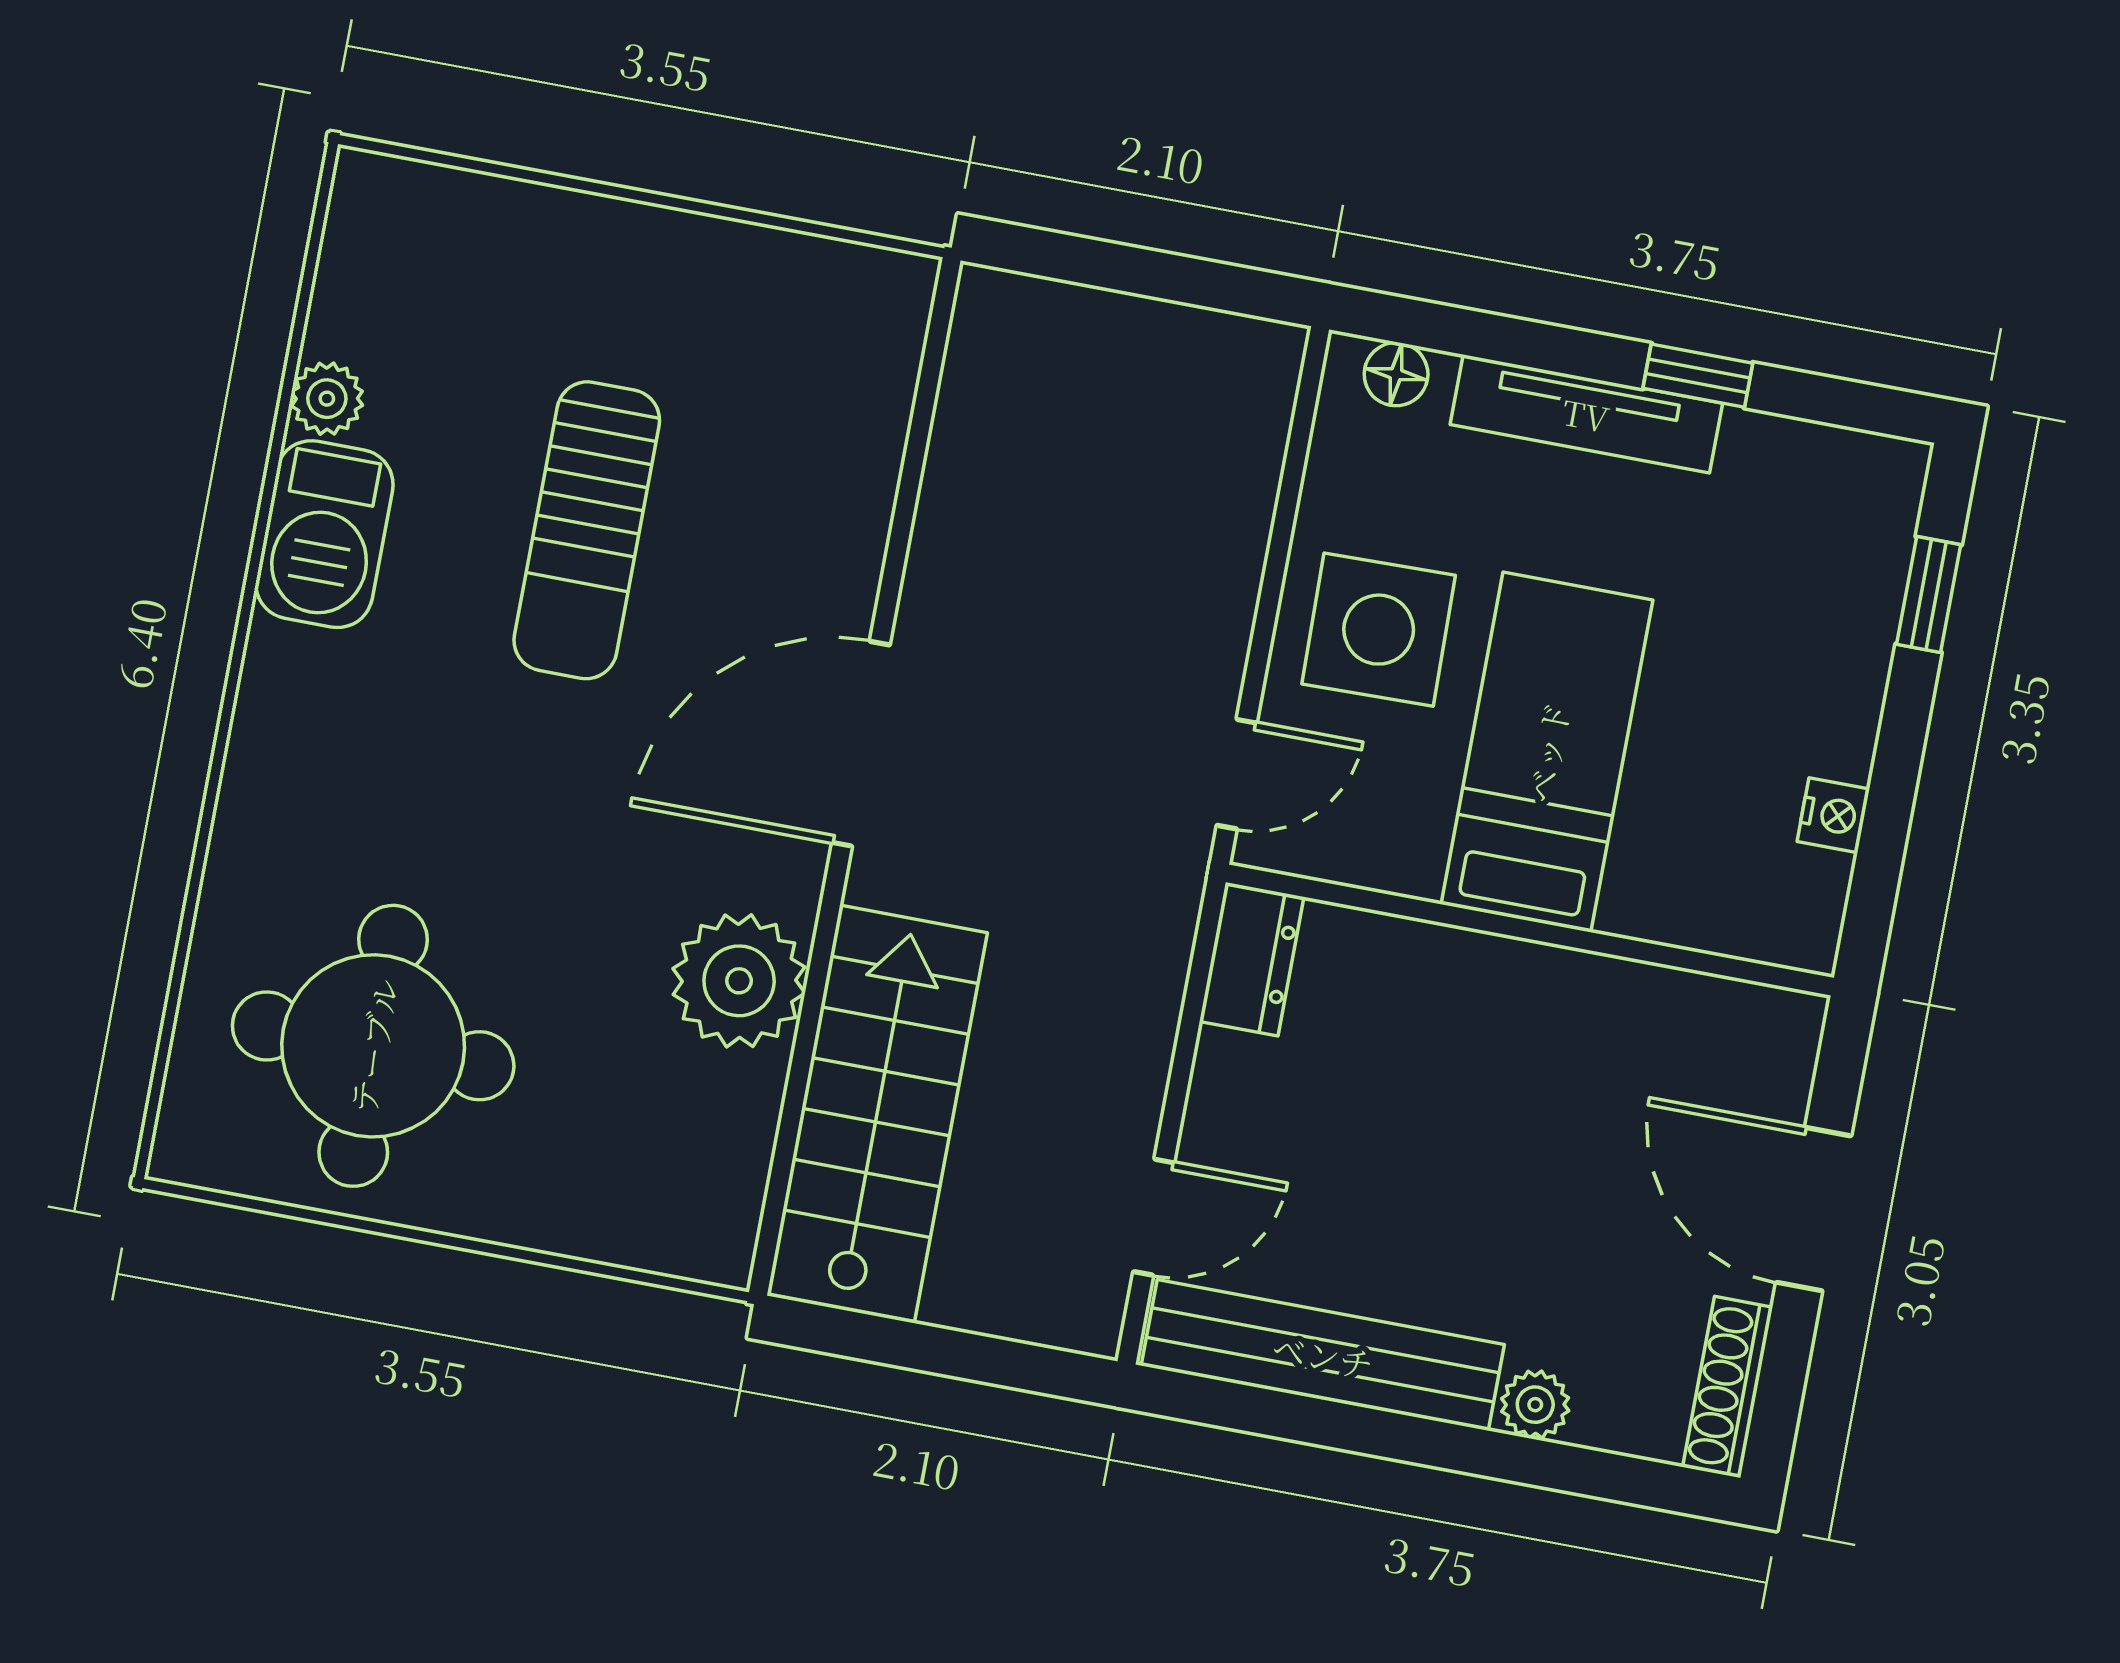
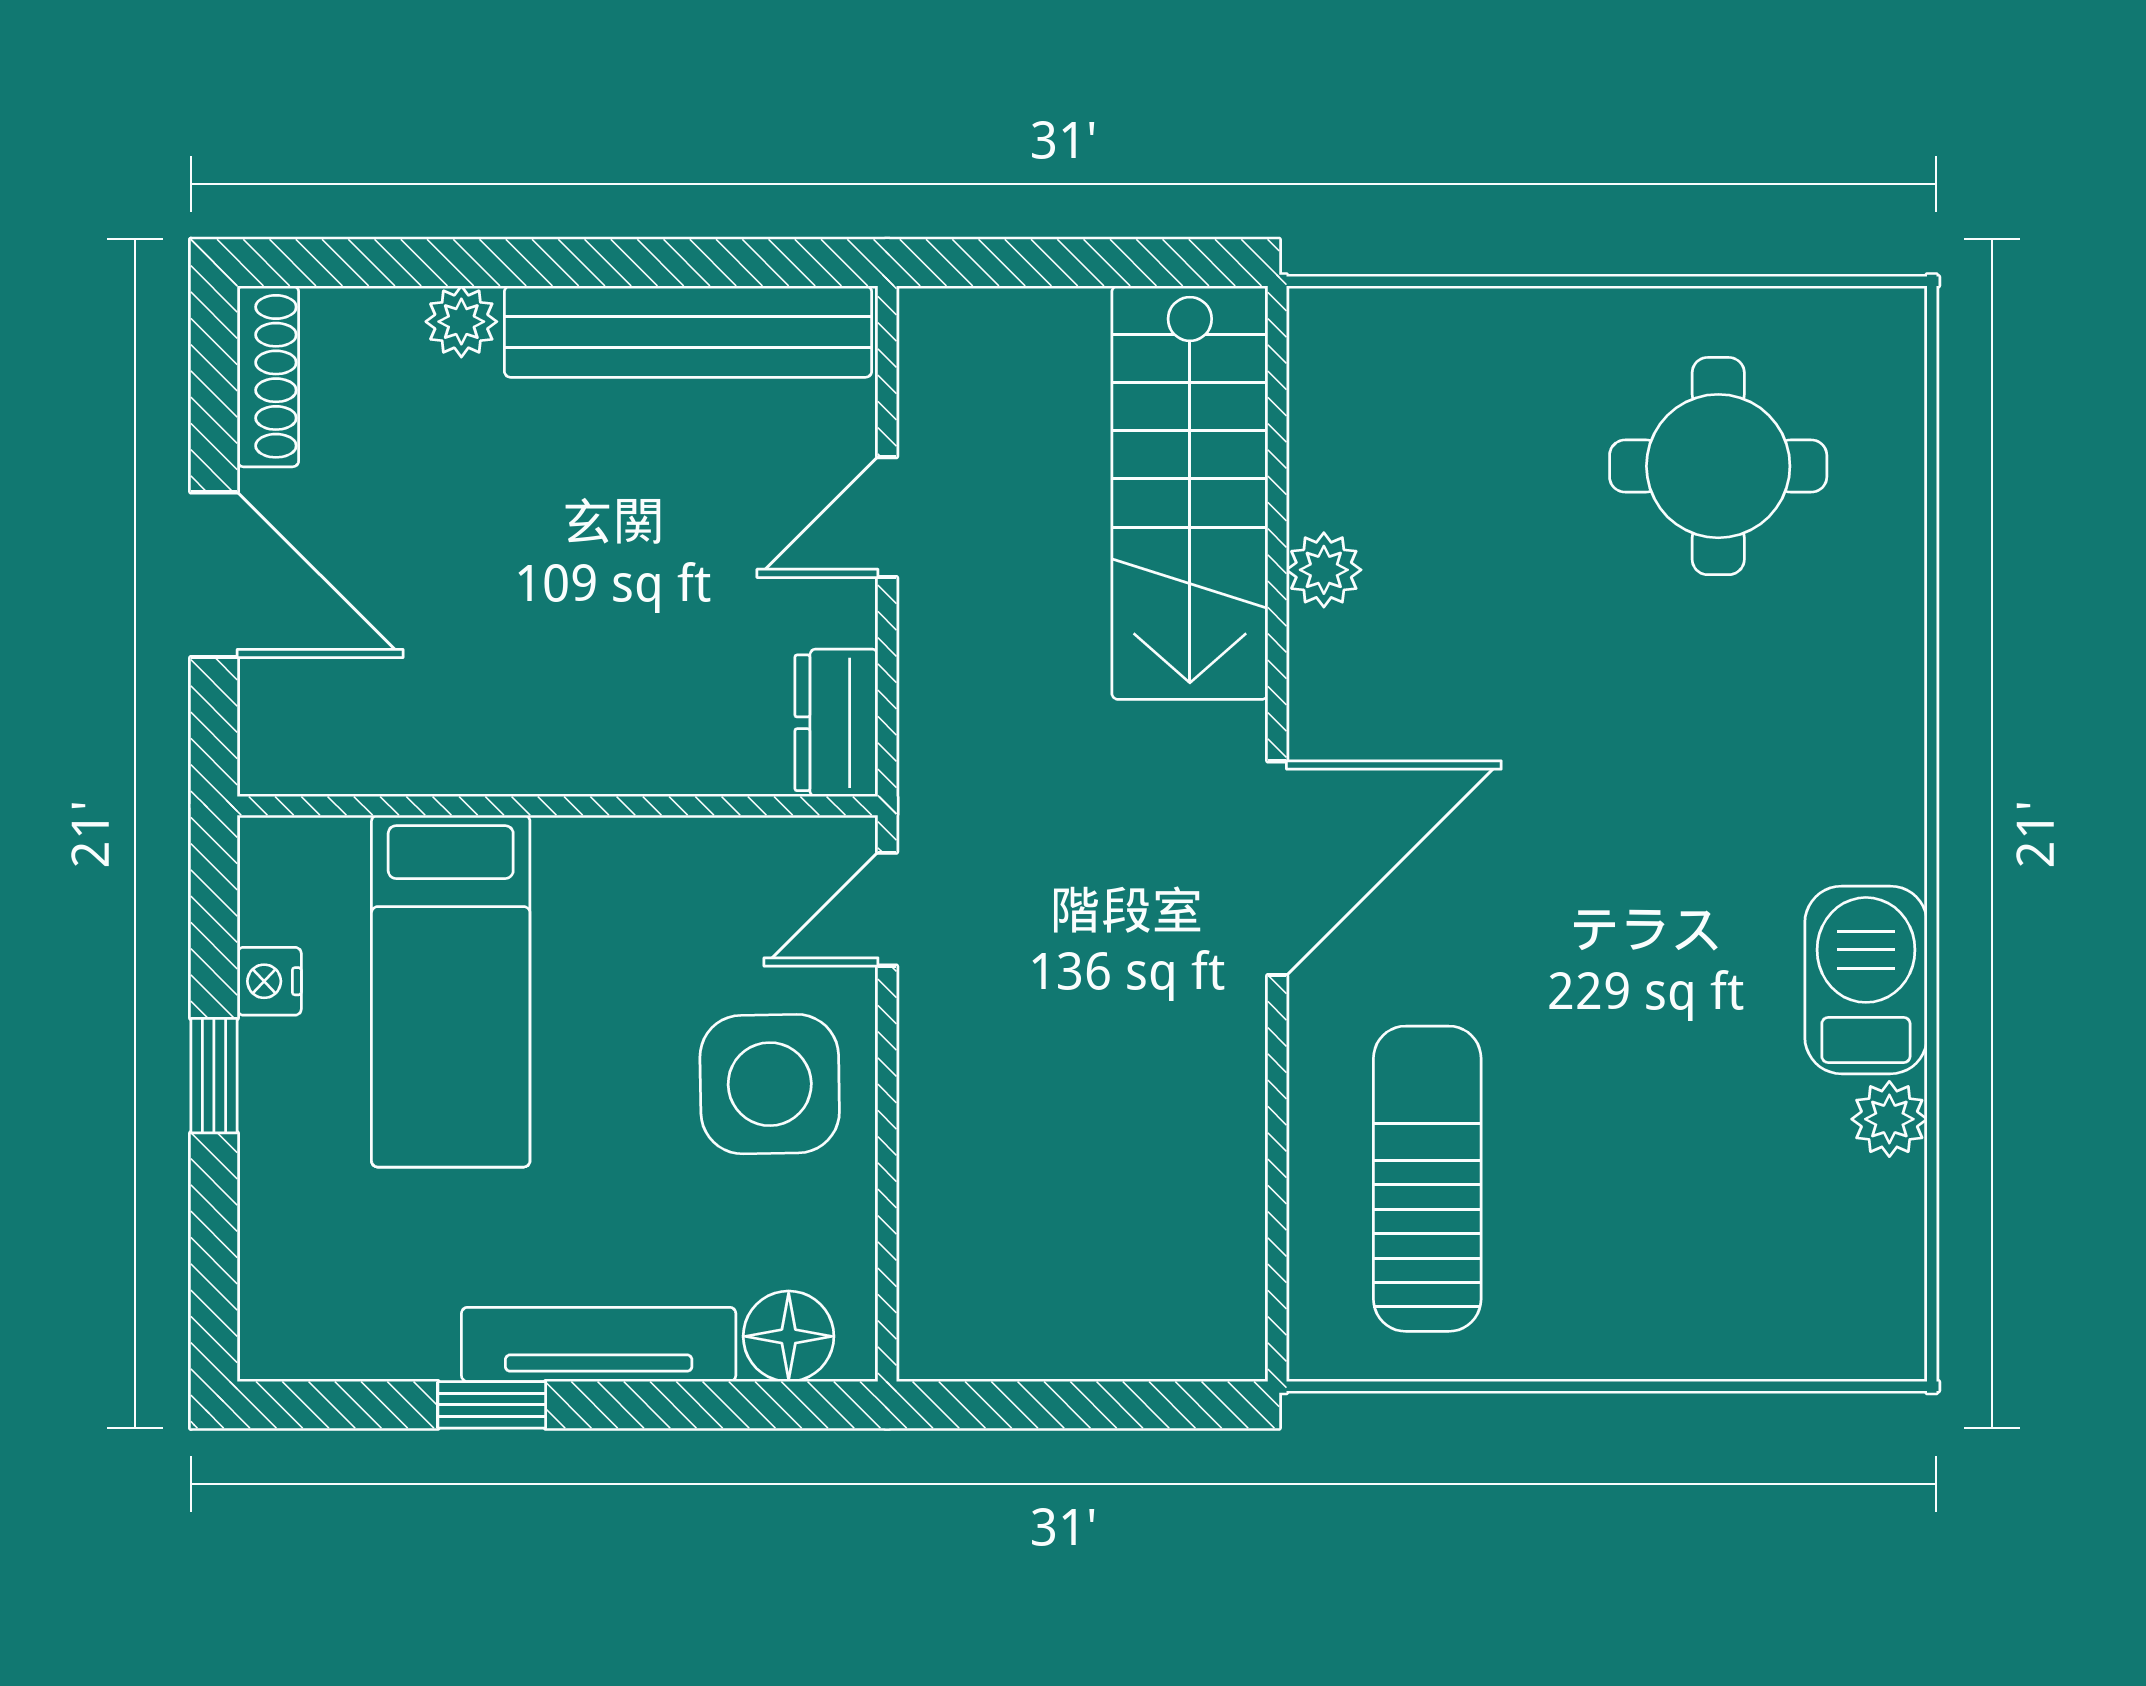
floor lamp: (1396, 374) -> (789, 1336), width x1.37, depth x1.37
sun lounger: (587, 530) -> (1427, 1179), moved
window: (1929, 595) -> (214, 1076), moved
bed: (1547, 752) -> (451, 991), moved
plant: (739, 981) -> (1324, 570), width x0.53, depth x0.53
round table: (373, 1046) -> (1718, 466), width x0.73, depth x0.73
door: (1154, 1217) -> (887, 517), moved

